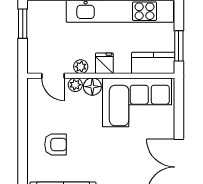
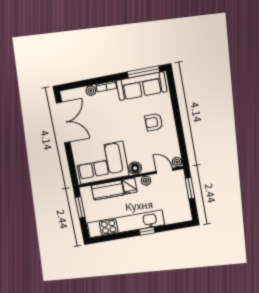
window: (23, 24) -> (190, 188), moved
kitchen counter: (153, 63) -> (108, 190), moved
plant: (75, 85) -> (177, 162), moved

